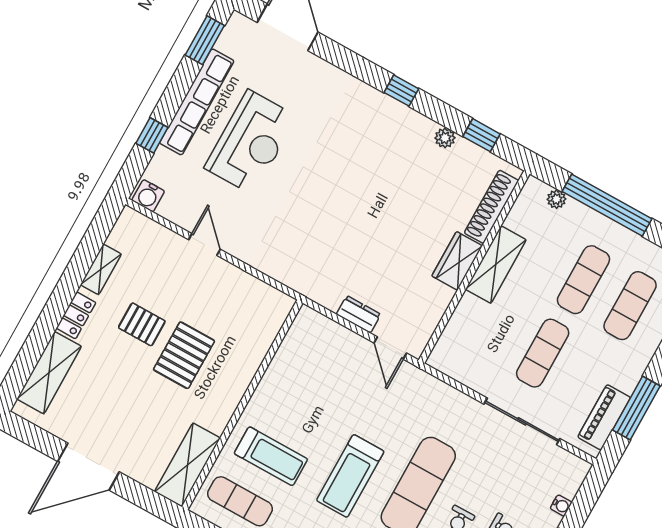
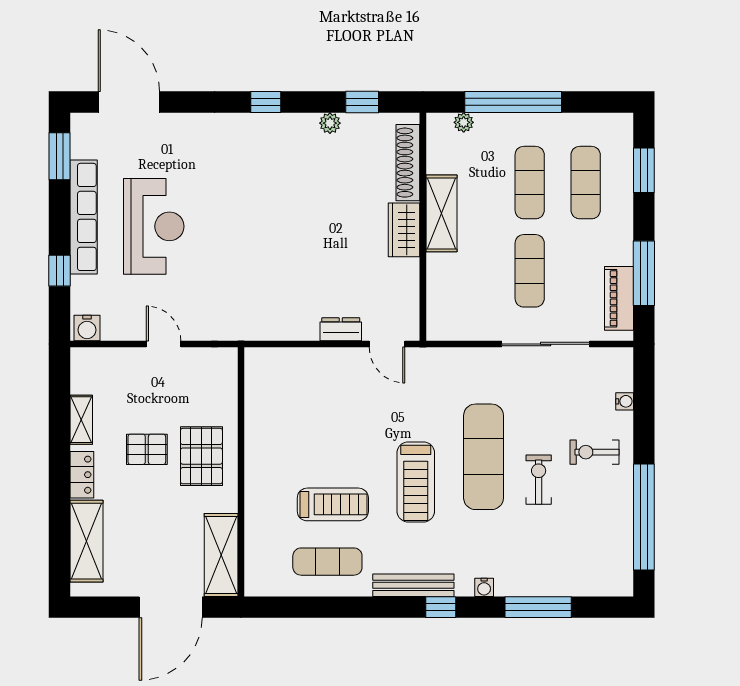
wall: (242, 405) -> (241, 472), moved
shelving: (188, 465) -> (221, 555), moved

